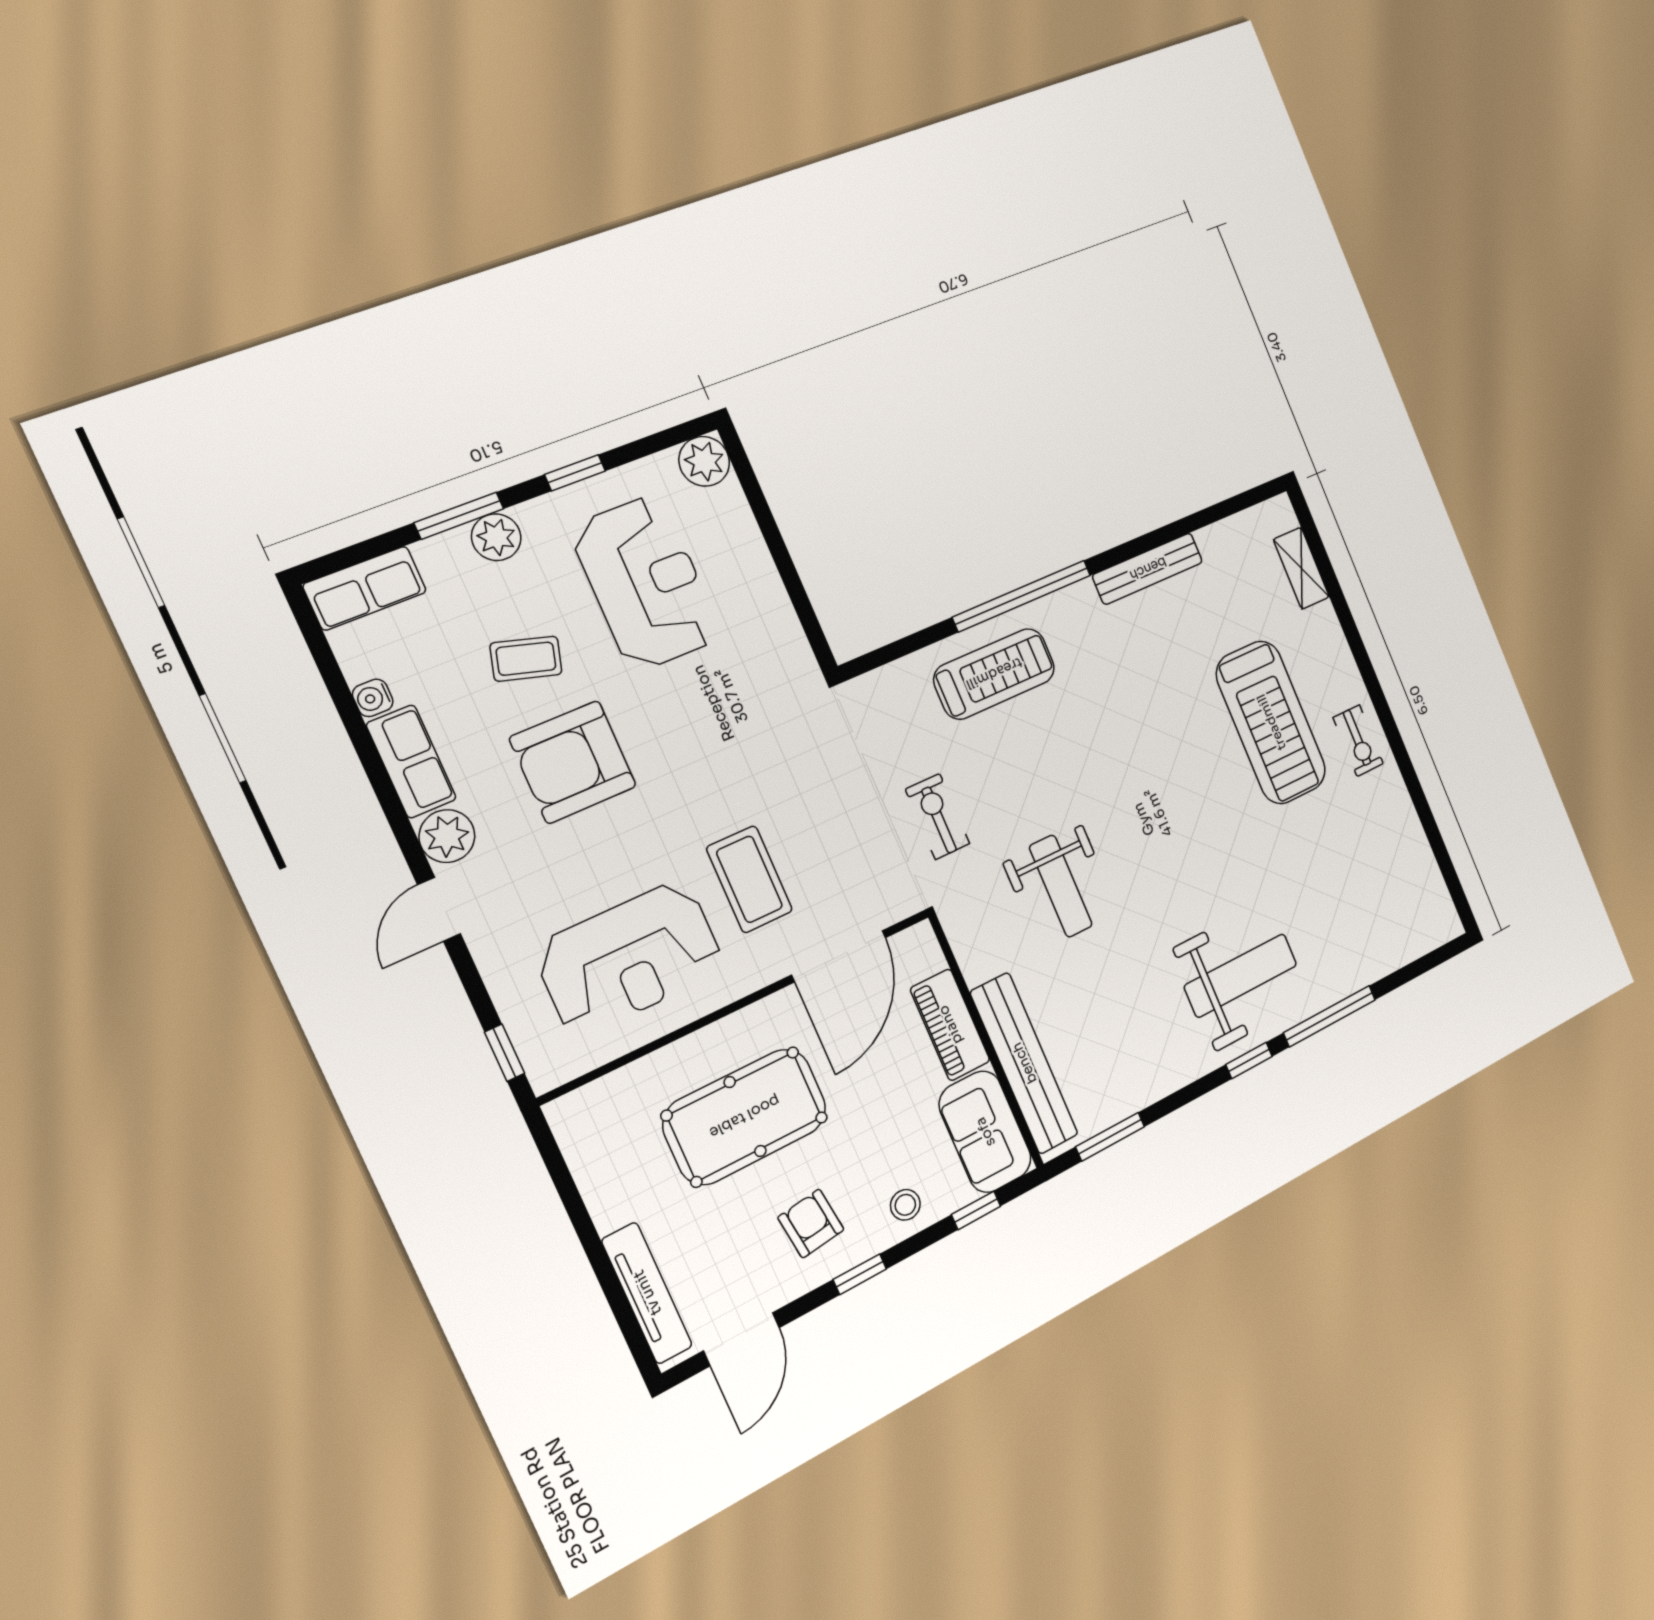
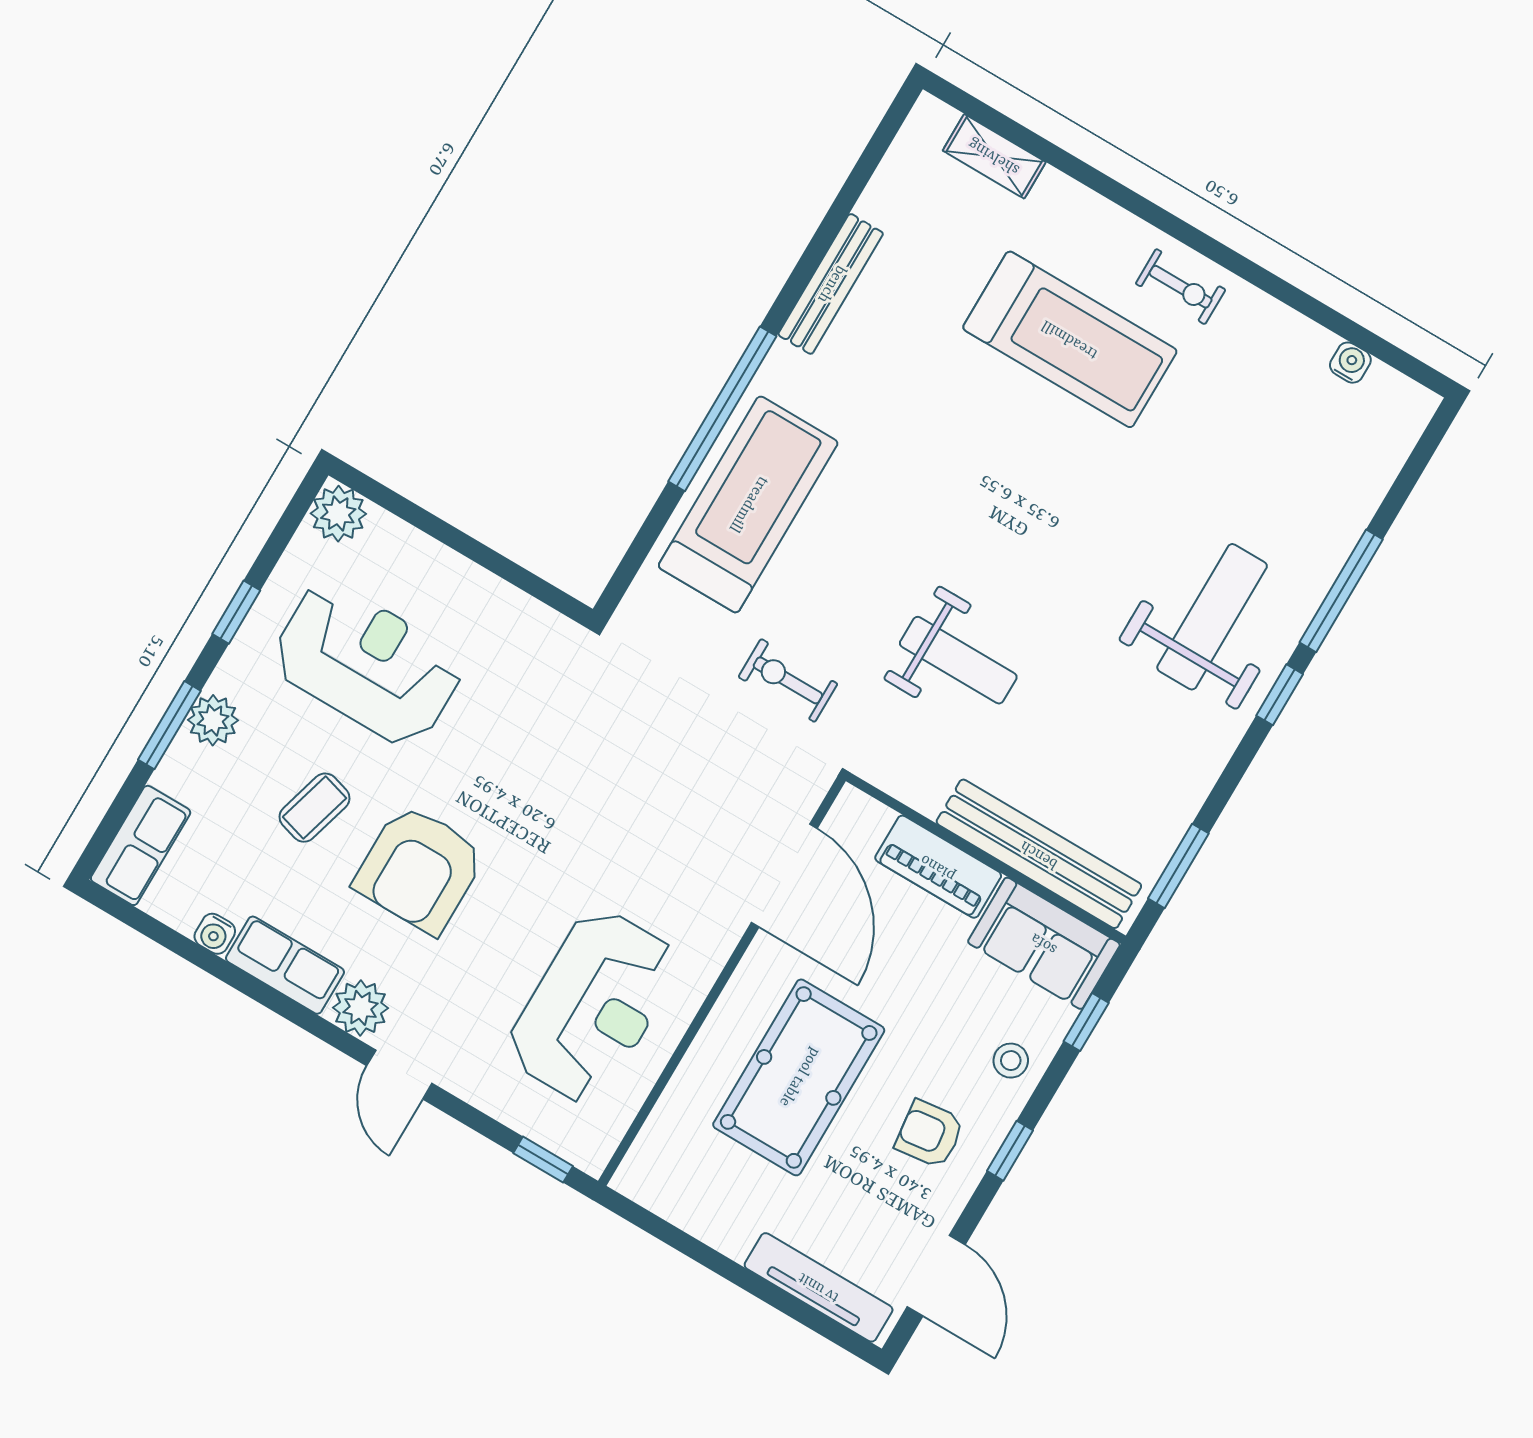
treadmill: (994, 674) -> (748, 504), width x1.37, depth x1.38
water cooler: (1426, 868) -> (1350, 363), added
coffee table: (749, 879) -> (651, 863), removed

